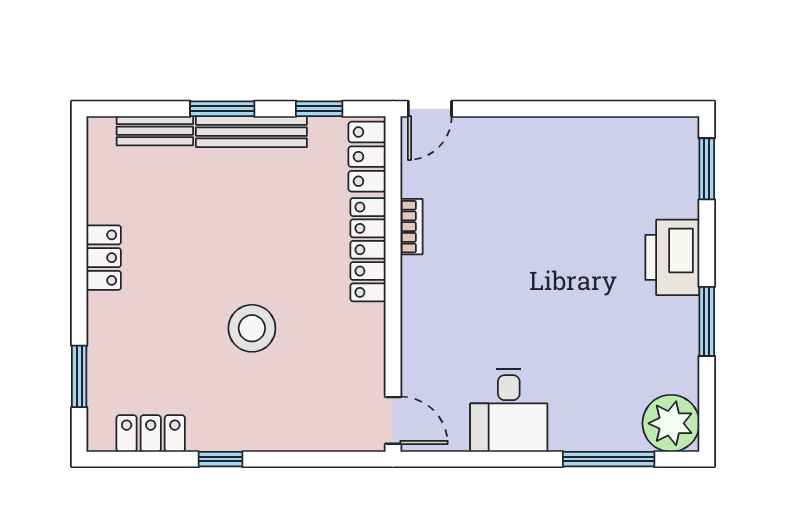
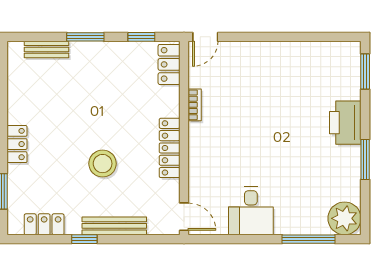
bench: (251, 132) -> (114, 226), moved
locker: (368, 250) -> (170, 148), moved
locker: (104, 258) -> (17, 144), moved

